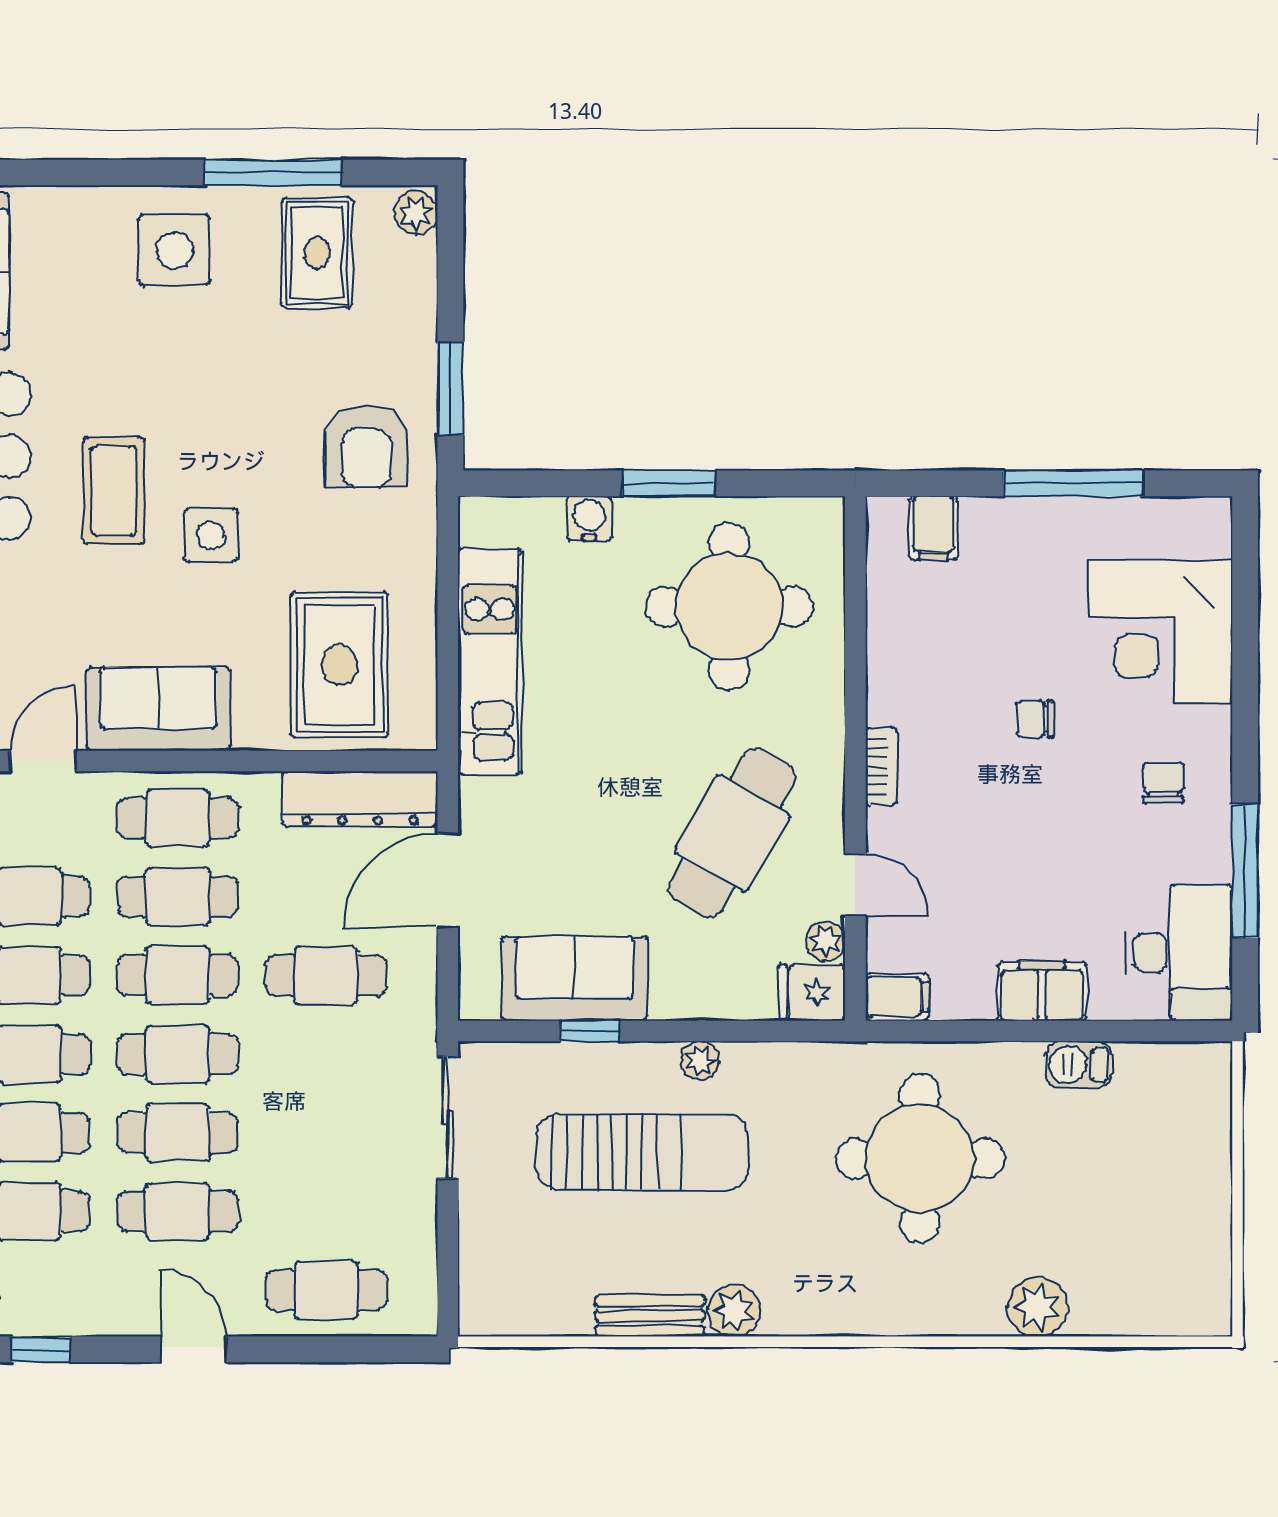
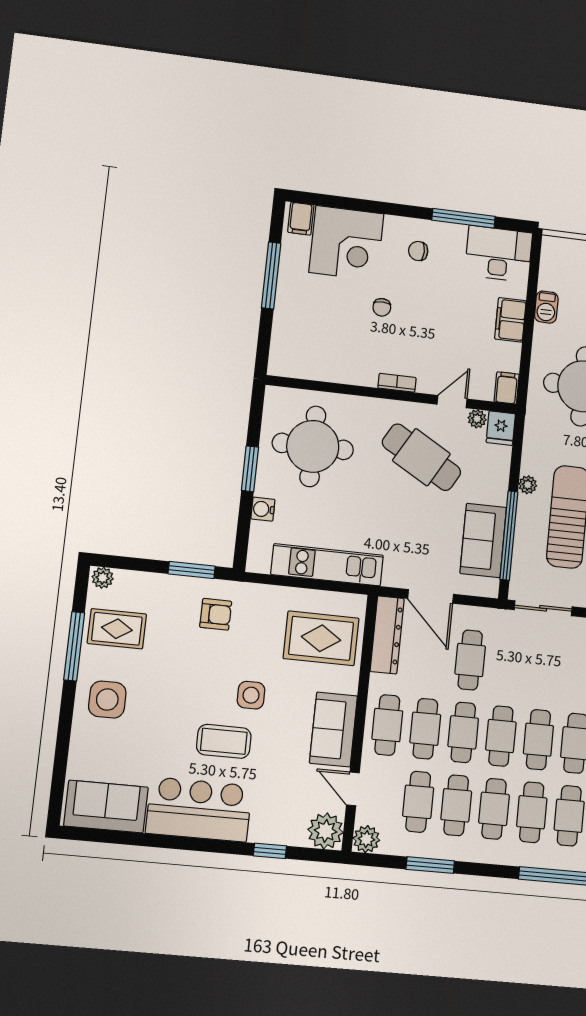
armchair: (366, 447) -> (216, 614), width x0.72, depth x0.72
filing cabinet: (933, 528) -> (301, 219), moved, turned 90
window: (590, 1031) -> (509, 536), width x3.17

